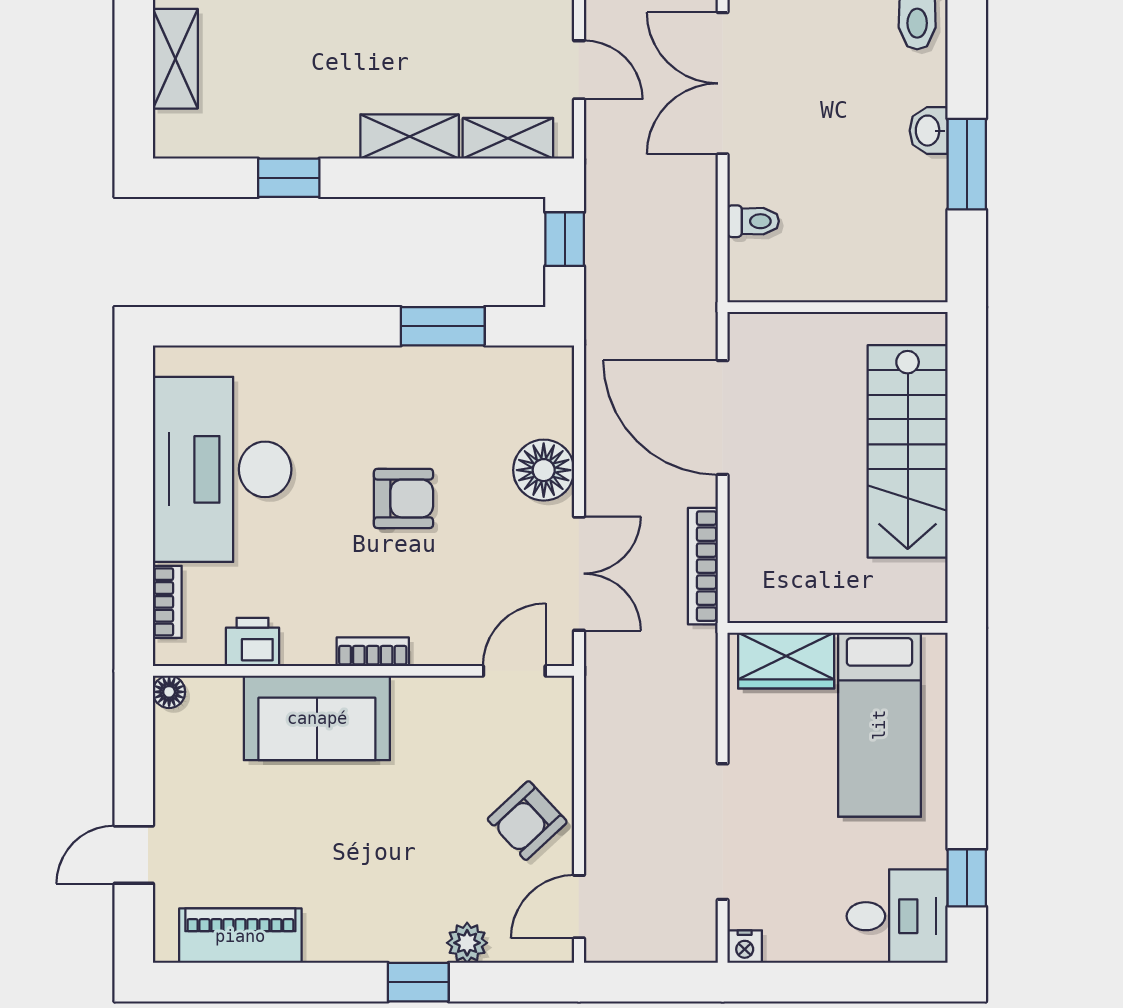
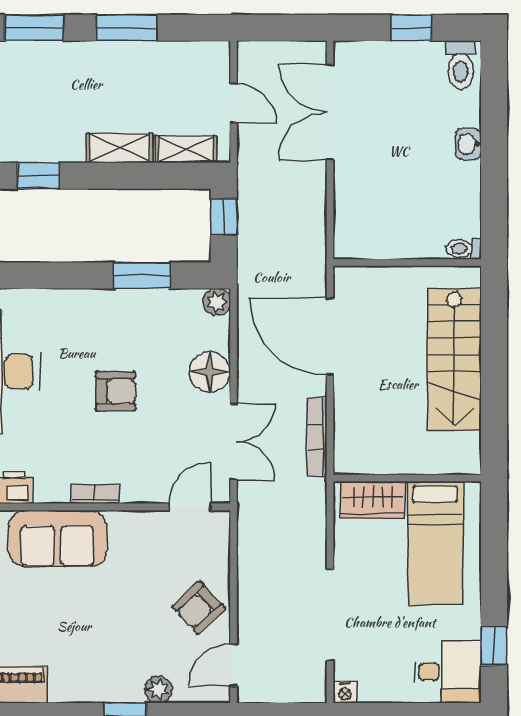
window: (967, 164) -> (494, 166), removed
toilet: (753, 221) -> (464, 249), moved, turned 180
plant: (554, 366) -> (217, 302), added

